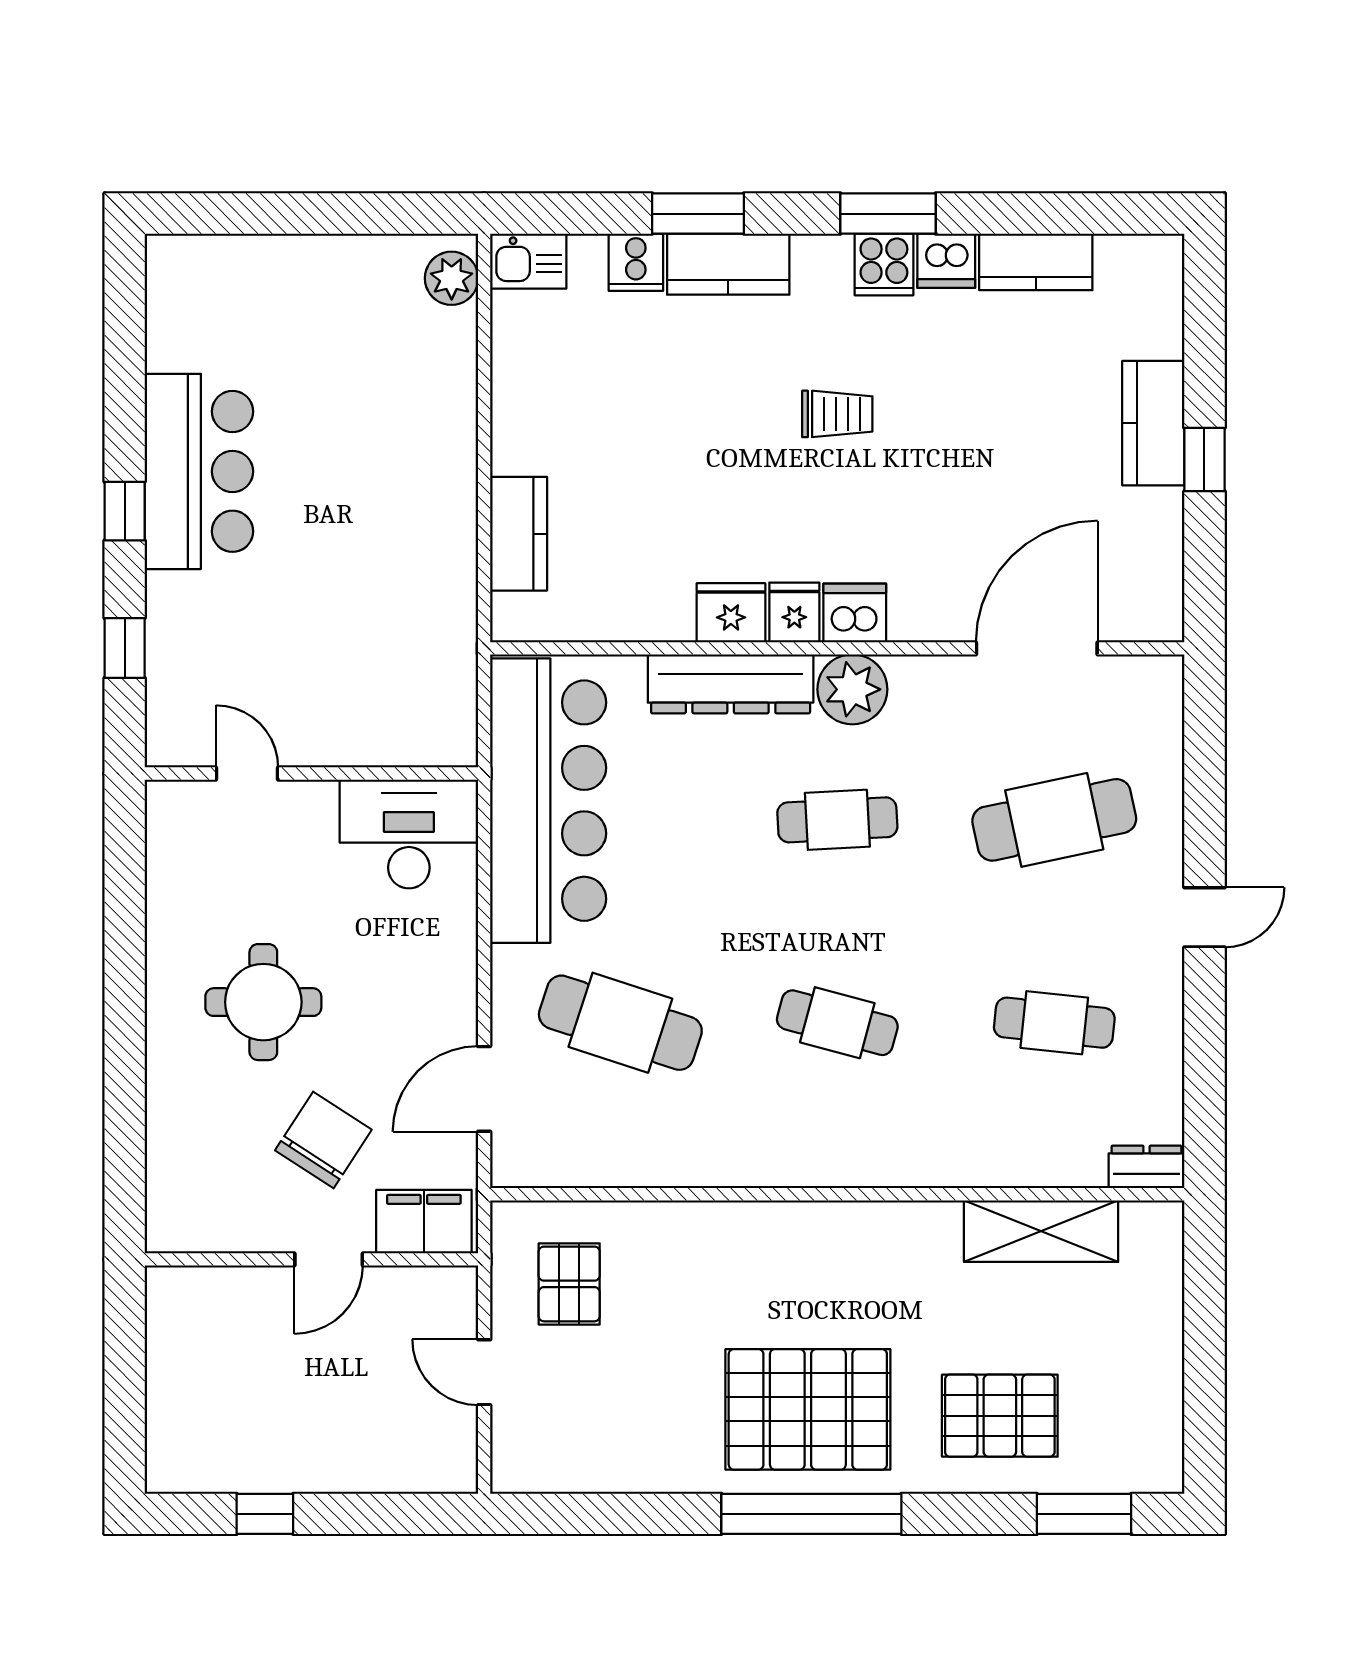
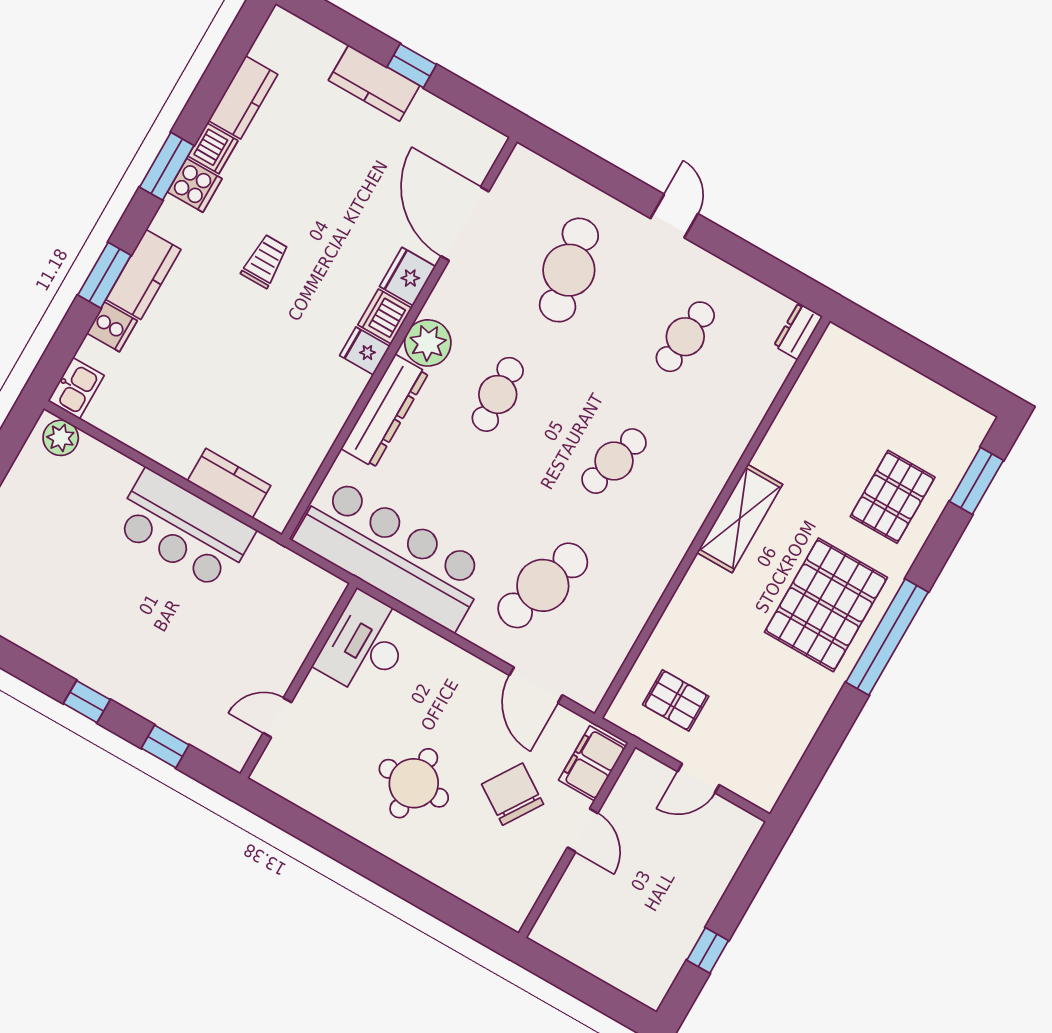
bar counter: (199, 471) -> (184, 529), moved, turned 180
fridge: (731, 613) -> (408, 276), moved
shelving: (1041, 1231) -> (740, 518), moved

